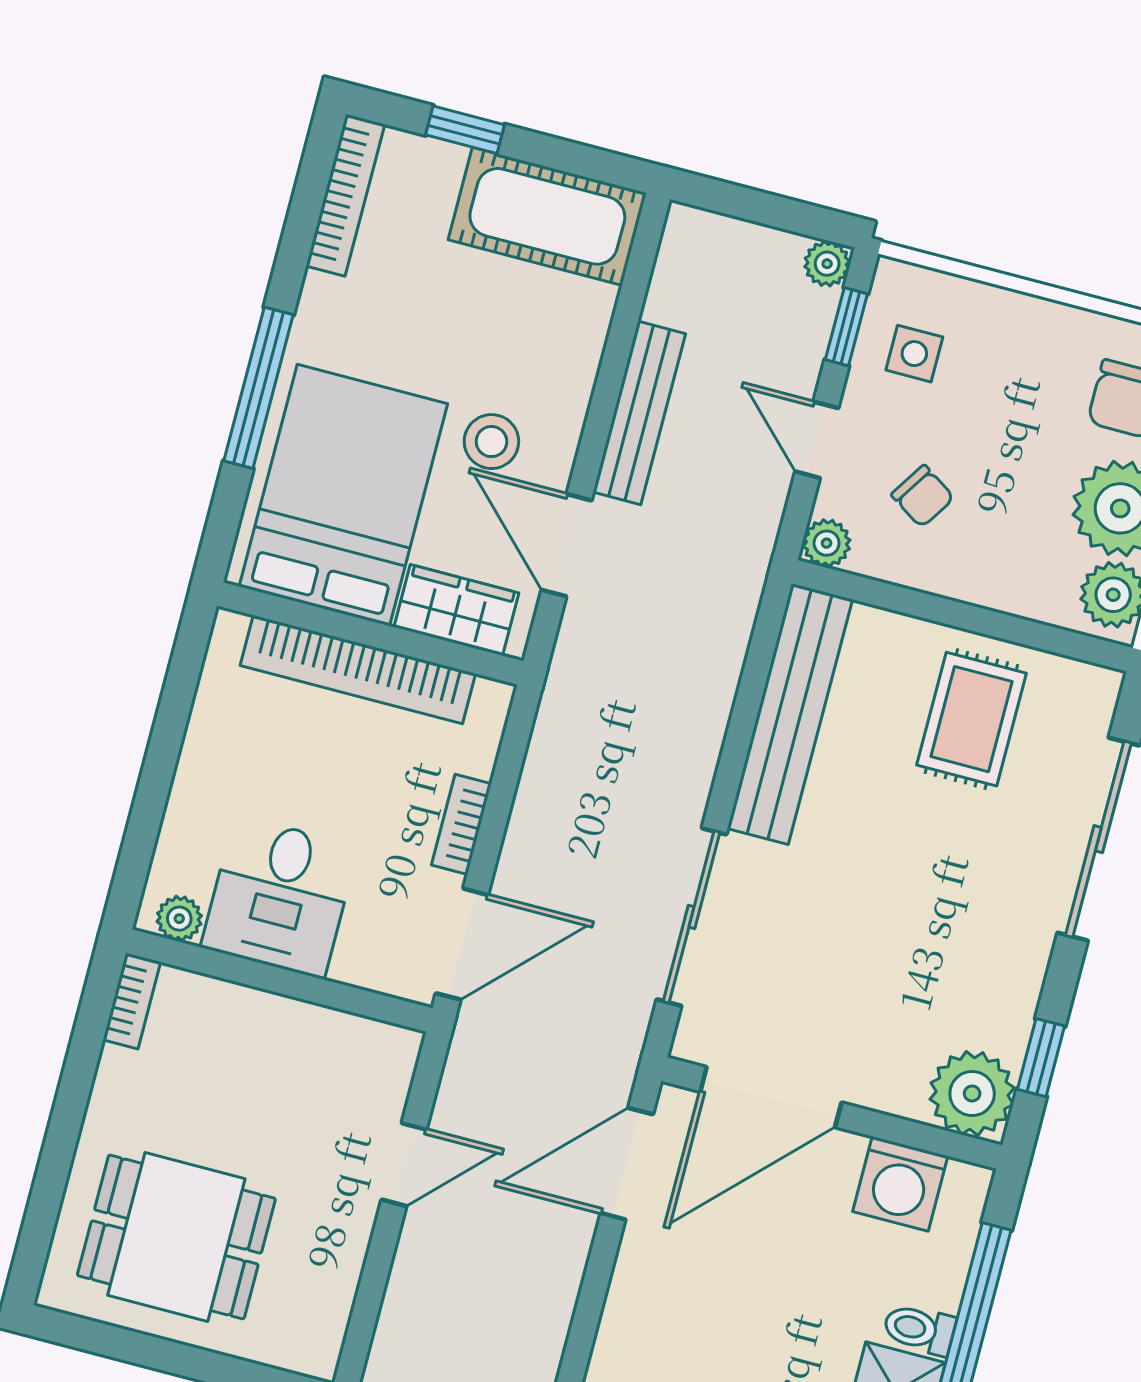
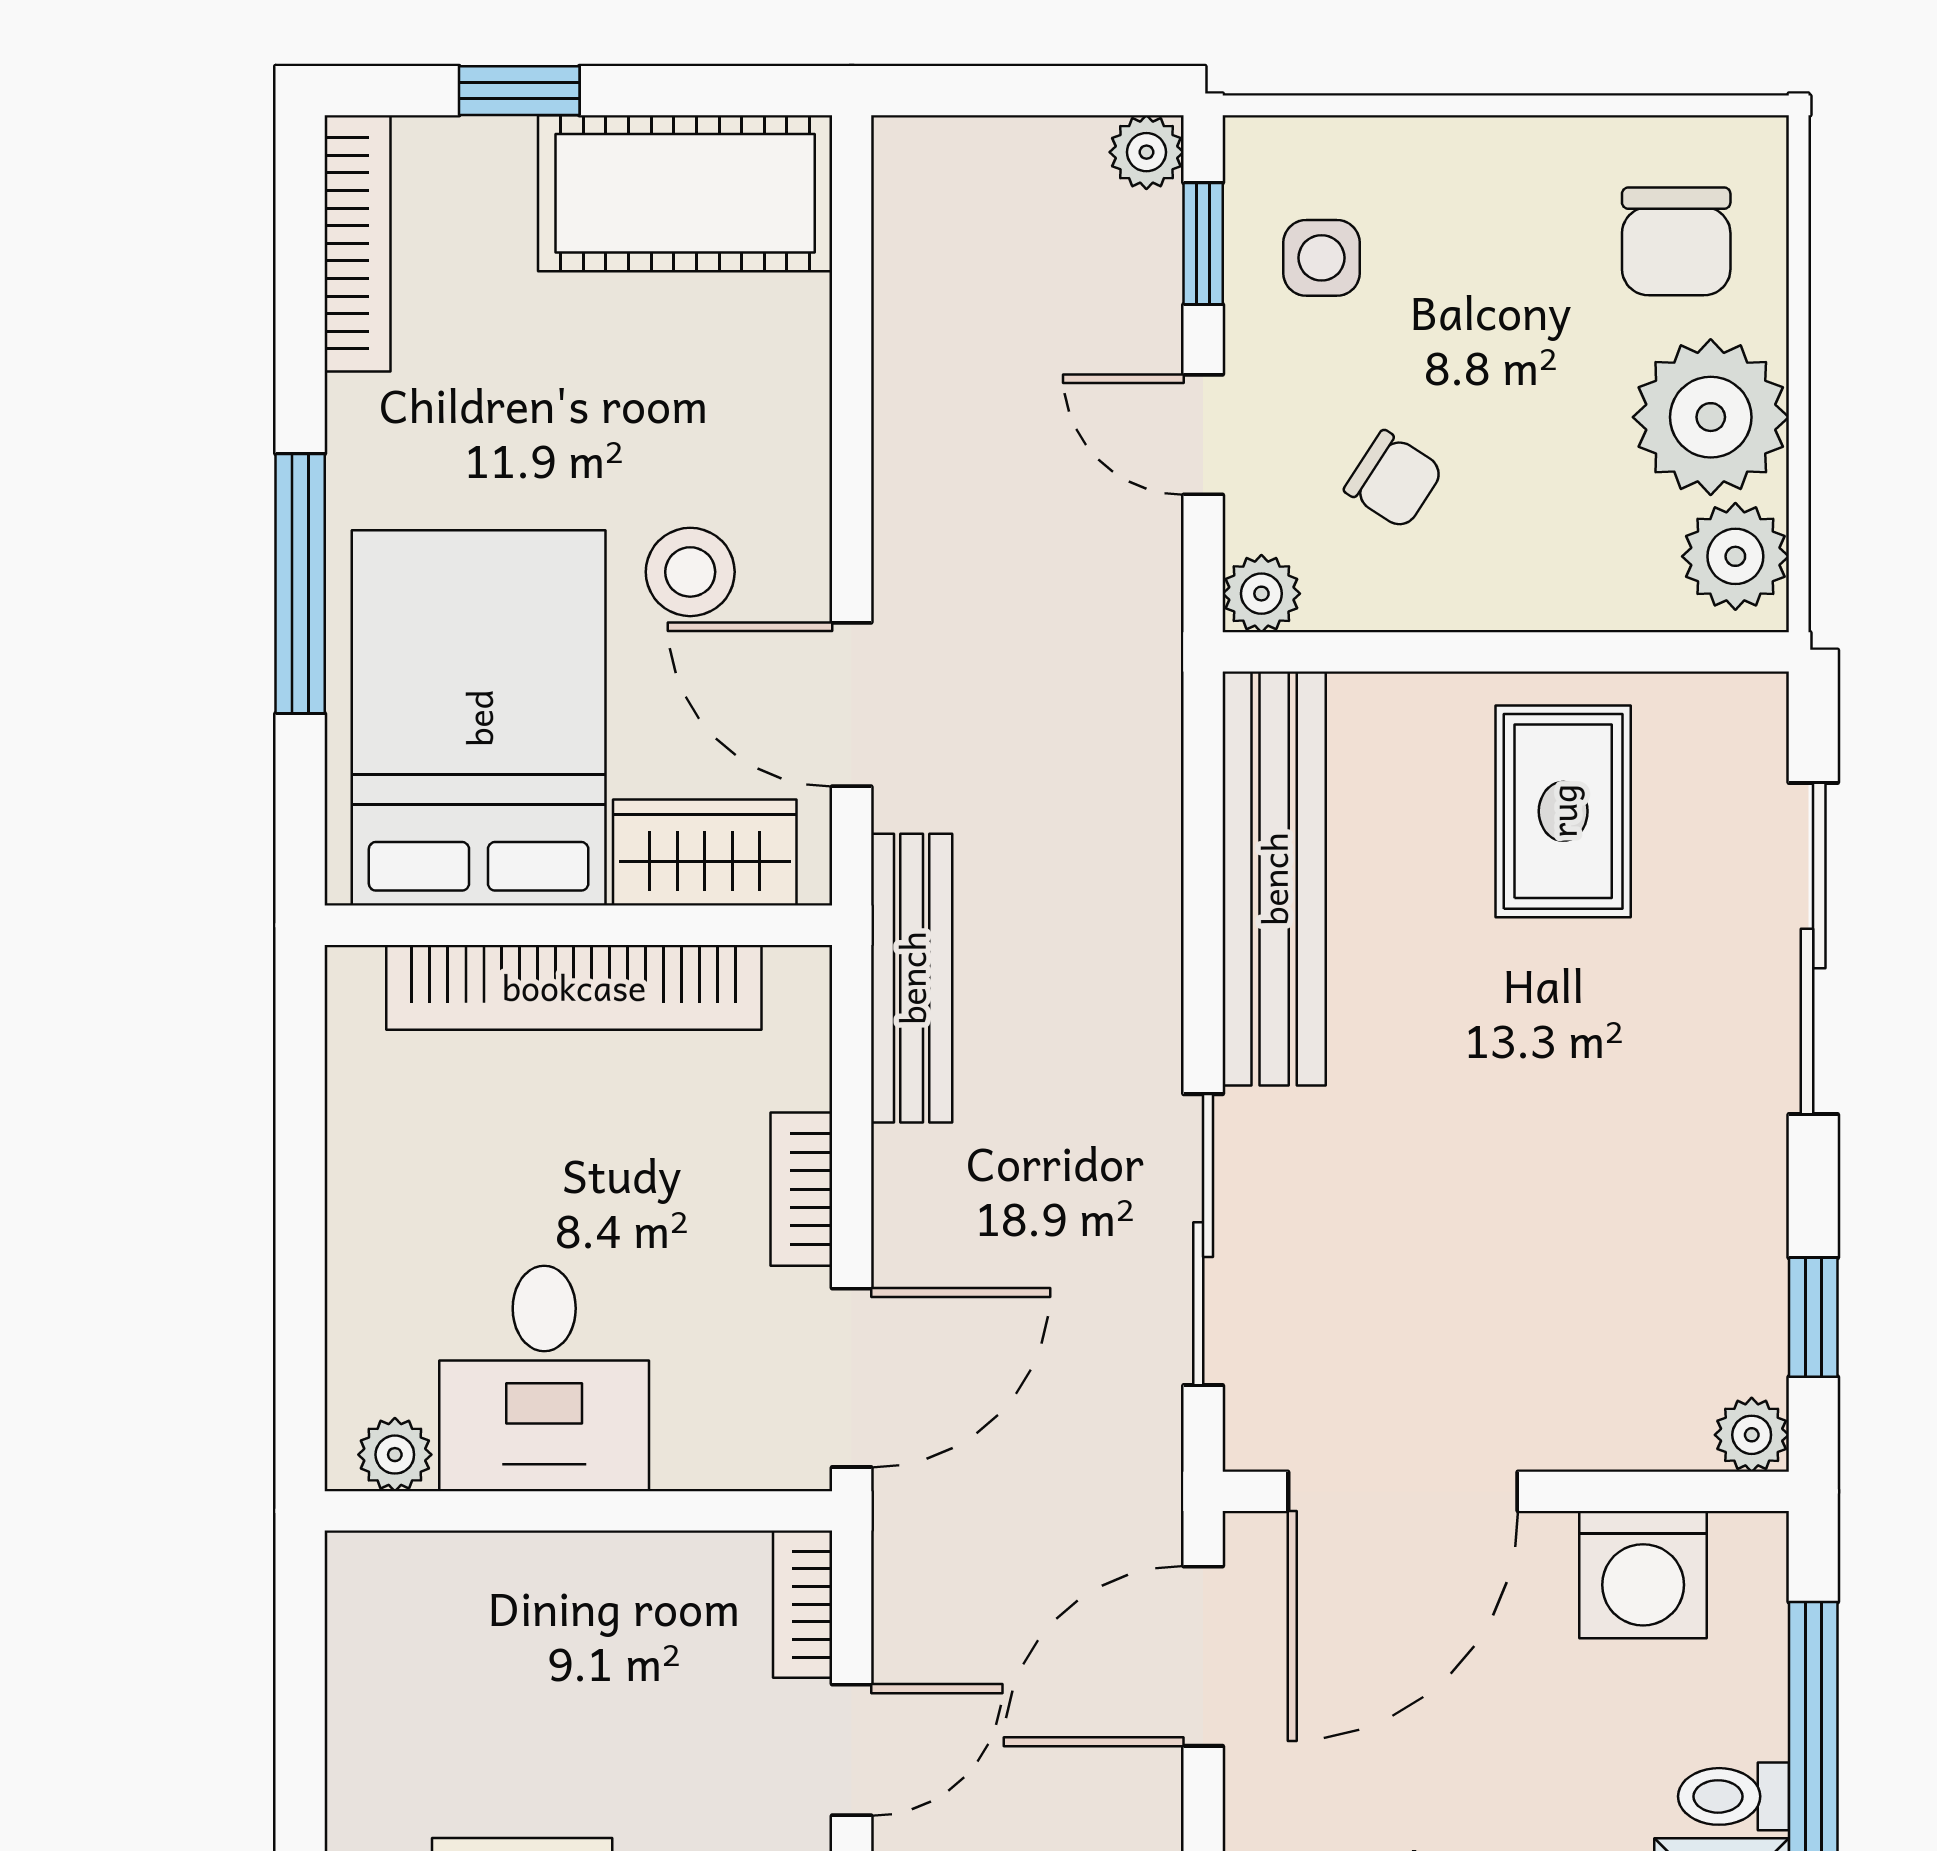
bench: (639, 413) -> (912, 978), moved
bookcase: (132, 1001) -> (803, 1604), moved, turned 180
plant: (972, 1094) -> (1752, 1435), width x0.53, depth x0.53

